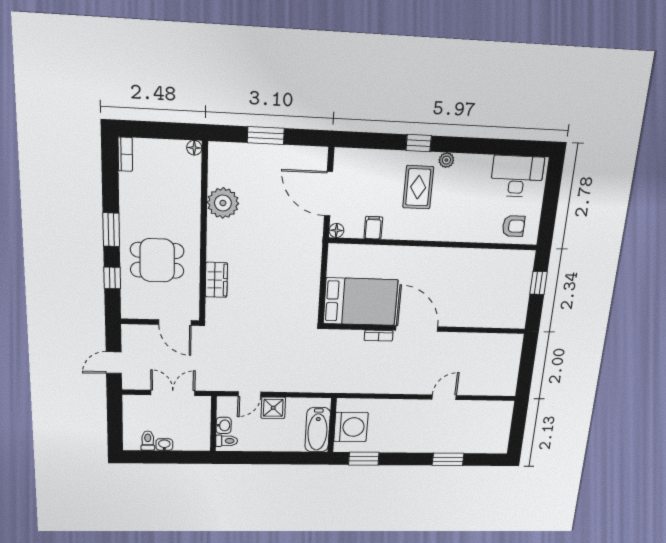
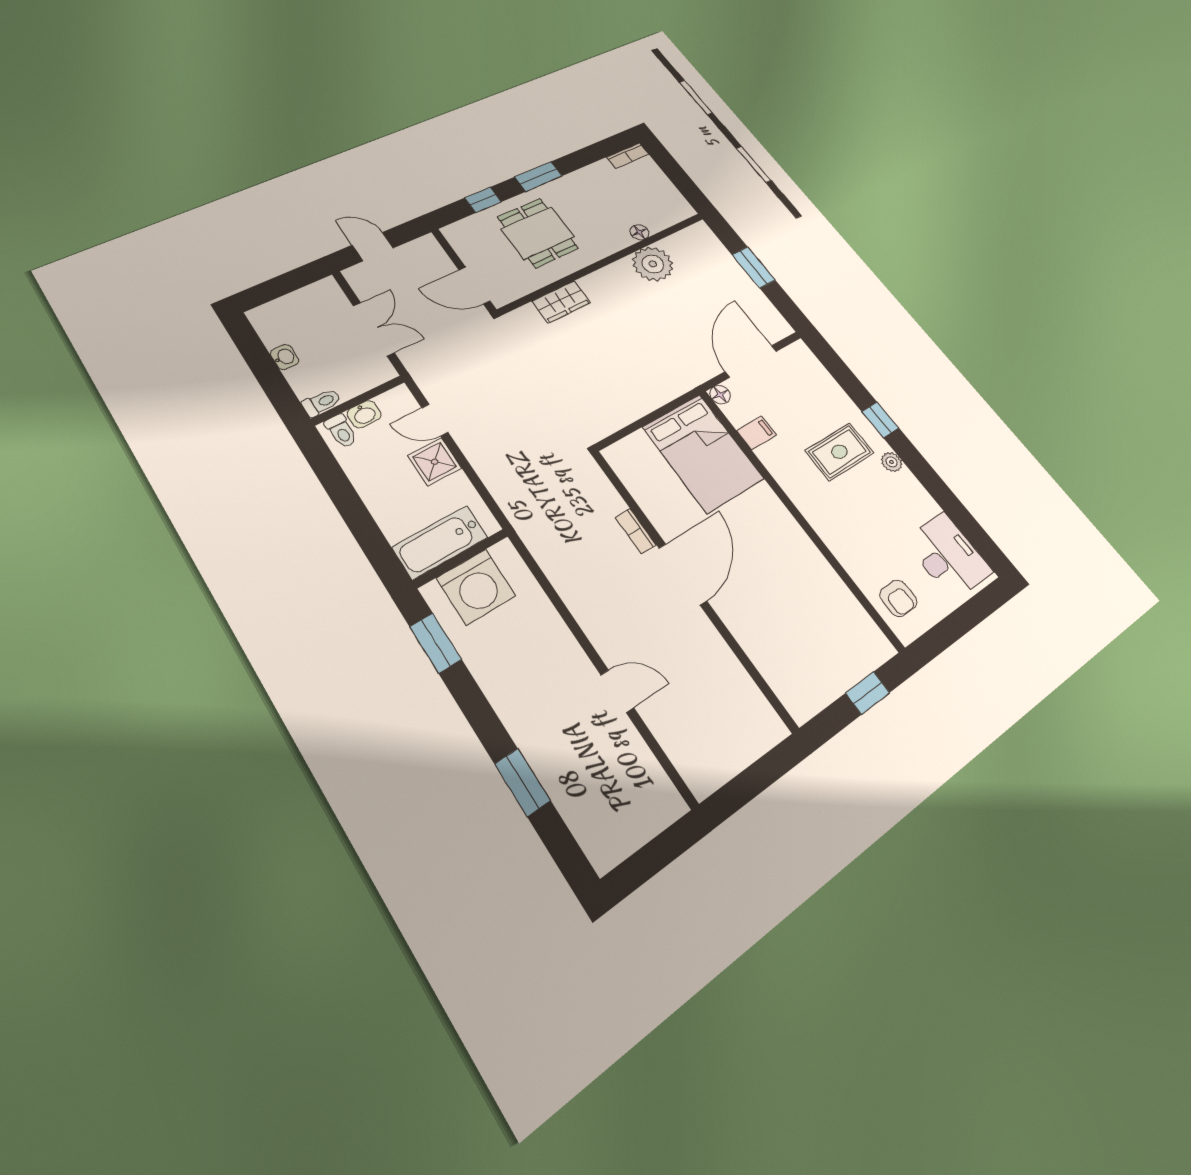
floor lamp: (194, 148) -> (639, 232), moved
bed: (361, 302) -> (703, 453), moved
door: (175, 323) -> (474, 286), hinge flipped
toilet: (148, 441) -> (322, 402), moved

